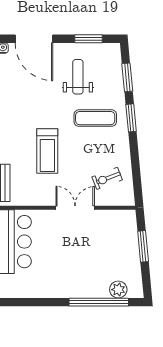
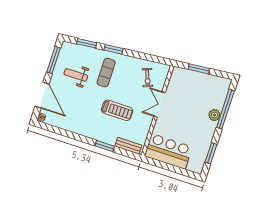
door: (34, 39) -> (42, 95), hinge flipped
window: (88, 39) -> (54, 60), width x1.44
plant: (118, 290) -> (214, 115), moved
window: (30, 302) -> (211, 153), added

